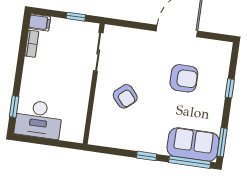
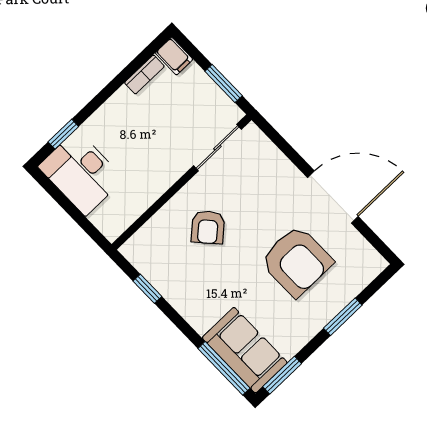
window: (76, 17) -> (224, 83), width x1.50
armchair: (184, 78) -> (297, 261), width x1.36, depth x1.36
window: (230, 88) -> (343, 317), width x1.50
window: (147, 156) -> (147, 289), moved

